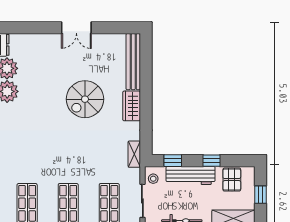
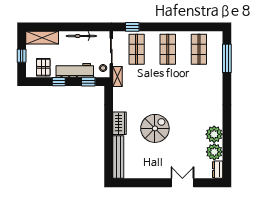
double door: (76, 28) -> (182, 183), moved
shelving: (134, 154) -> (117, 77), moved

